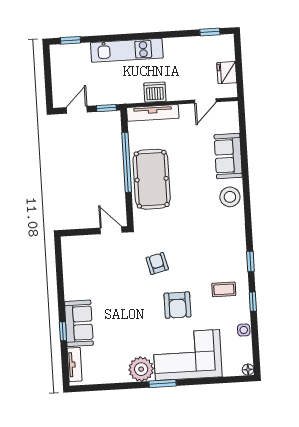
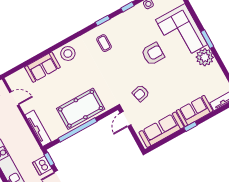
dishwasher: (155, 92) -> (42, 166), moved
armchair: (157, 264) -> (141, 93), moved
sofa: (75, 269) -> (161, 130), added
coffee table: (224, 289) -> (104, 43), moved
window: (63, 331) -> (190, 126), moved

